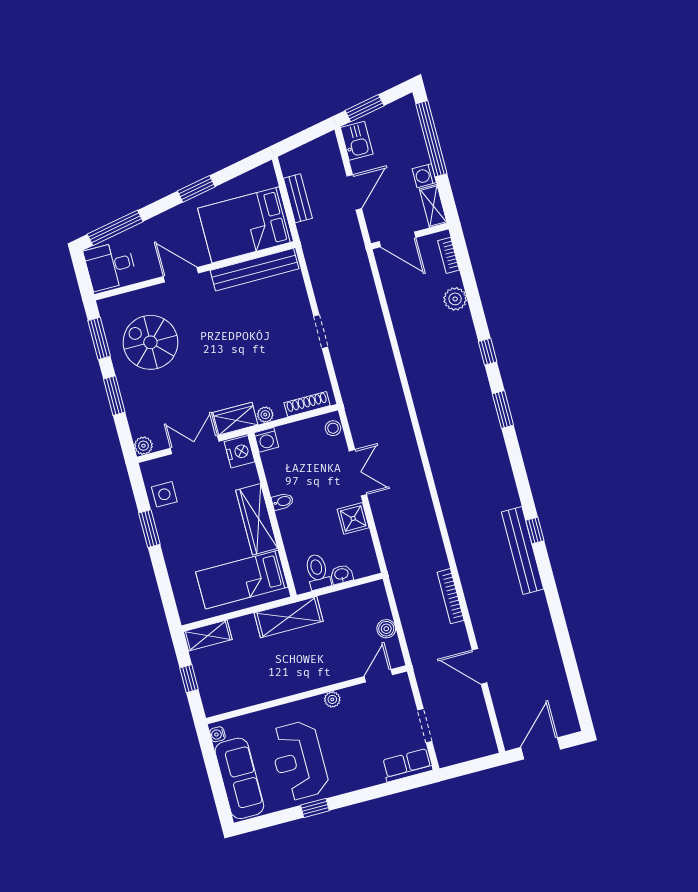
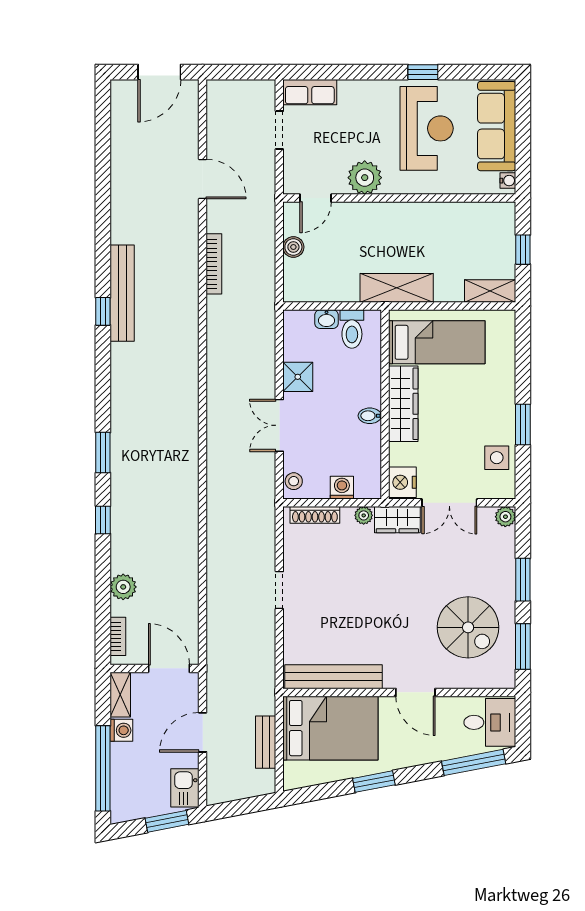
washing machine: (266, 440) -> (342, 488), moved
plant: (332, 699) -> (365, 178), width x1.87, depth x1.87

